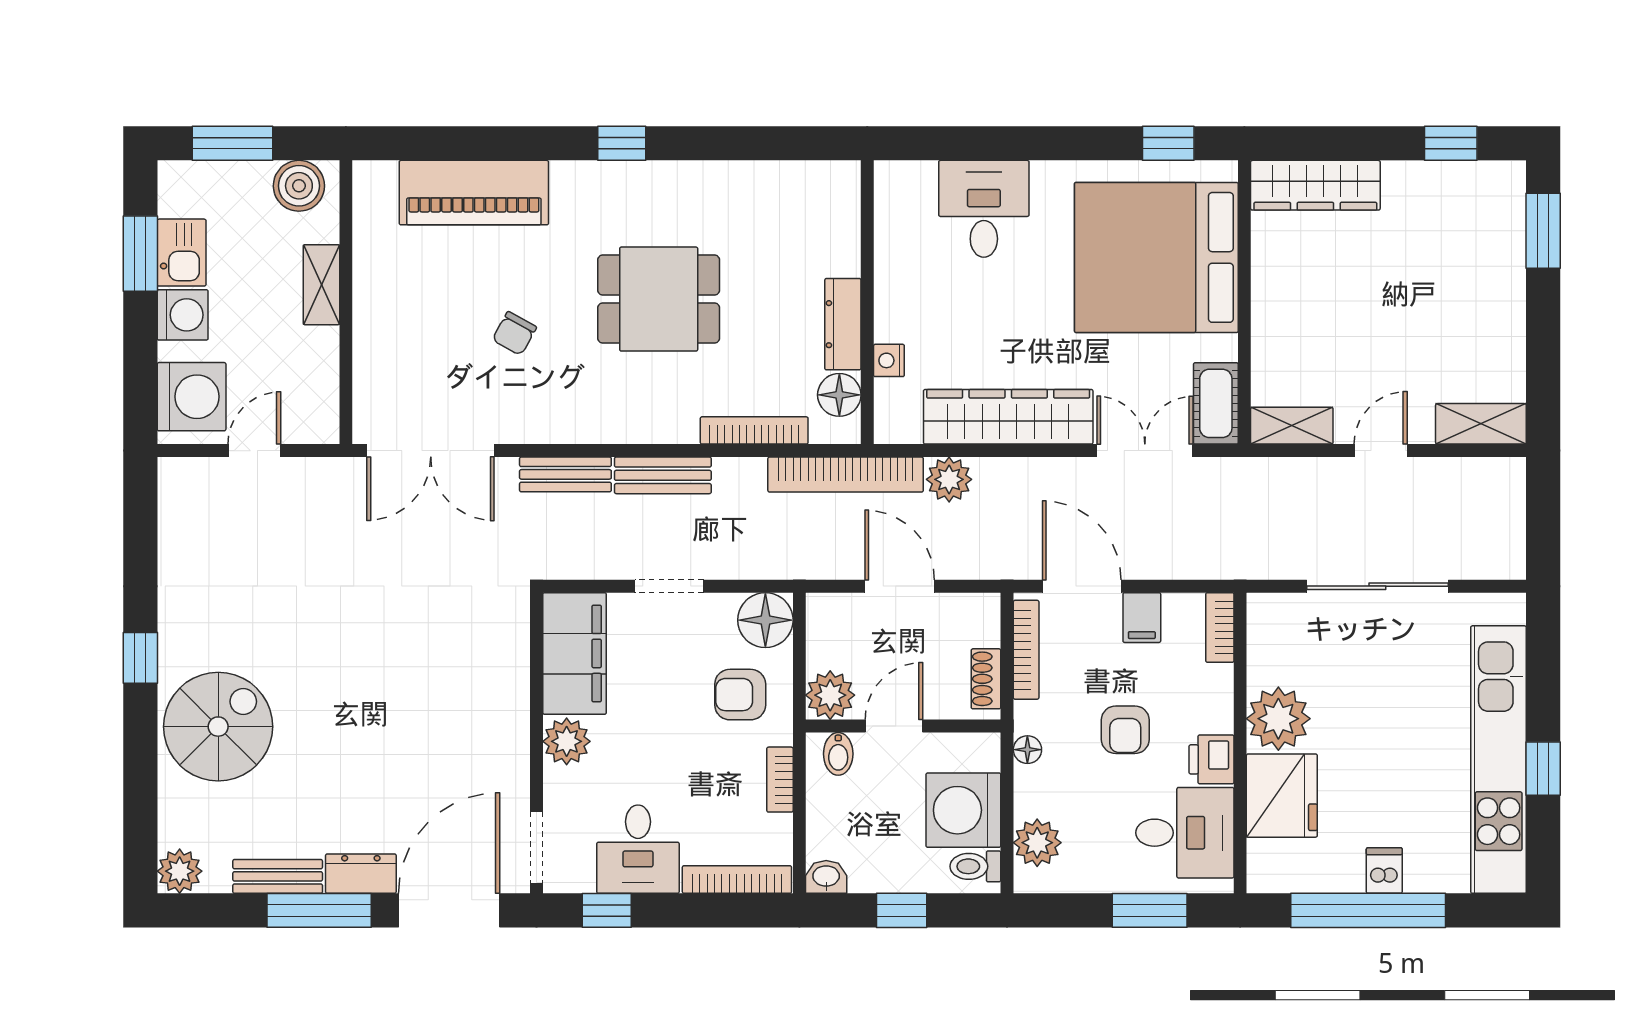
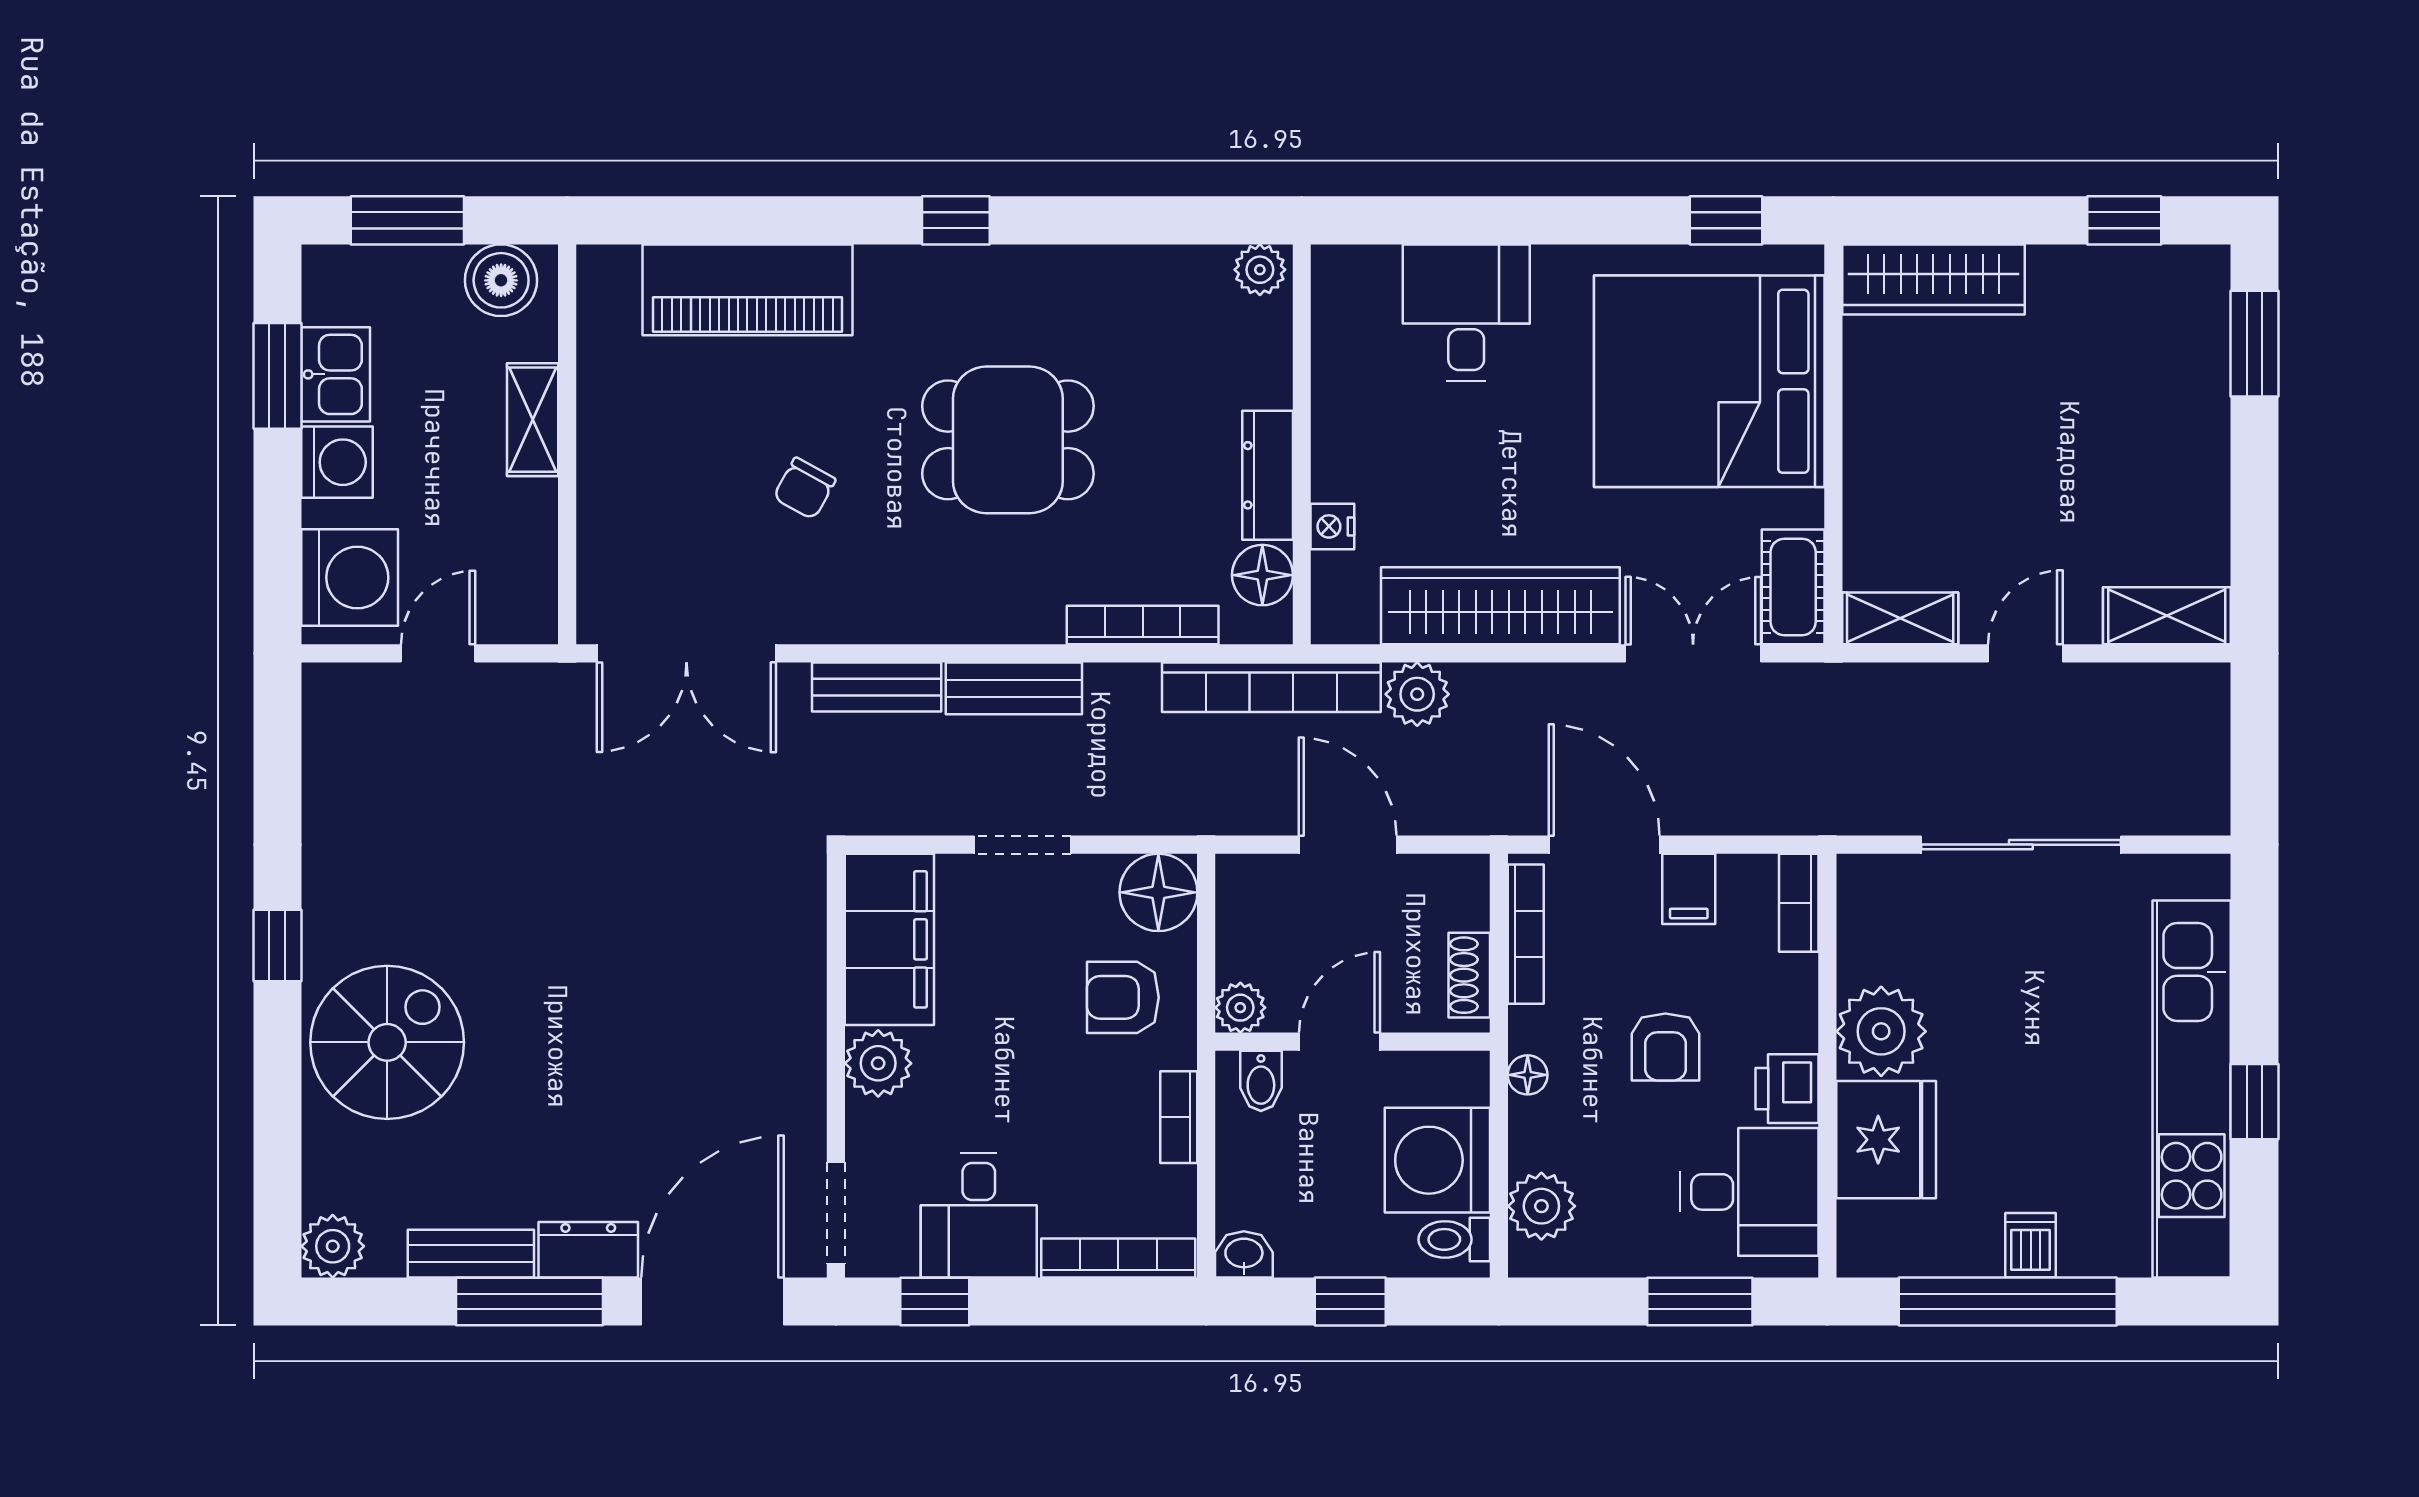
plant: (837, 178) -> (1260, 270), added
plant: (830, 695) -> (1240, 1008), width x0.73, depth x0.73

